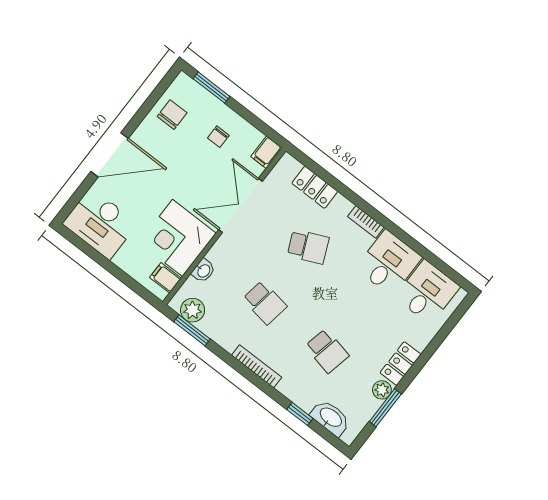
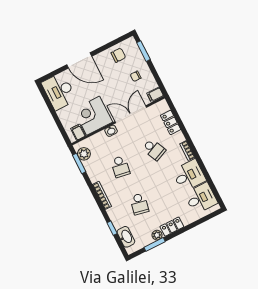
washbasin: (203, 271) -> (111, 131), moved

